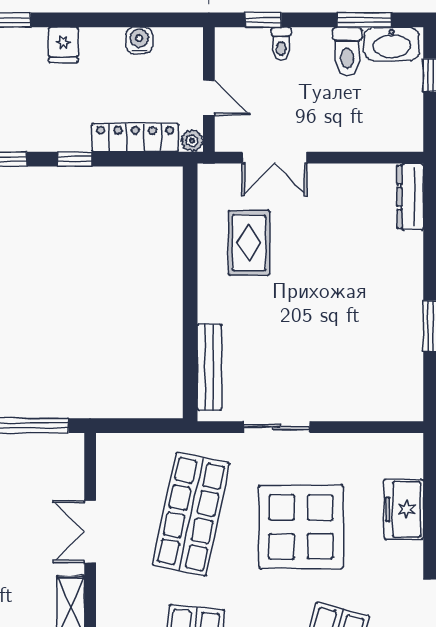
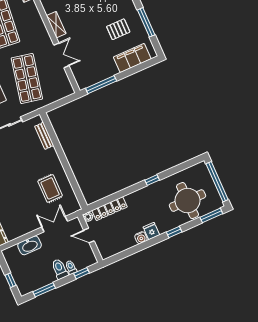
water cooler: (139, 40) -> (141, 238), moved
washbasin: (392, 44) -> (30, 245), moved, turned 180
toilet: (347, 51) -> (60, 269), moved
window: (75, 159) -> (128, 191), removed
bench: (209, 367) -> (44, 136), width x0.73

